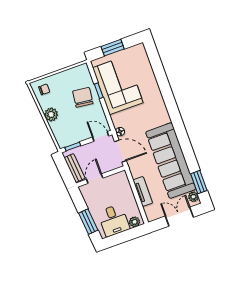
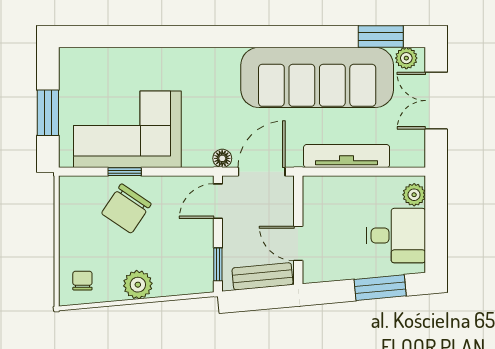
chair: (83, 97) -> (126, 209), turned -63
tv unit: (143, 191) -> (347, 156), width x1.41

